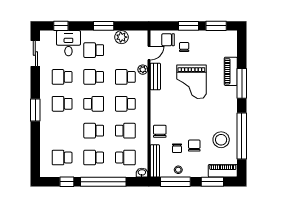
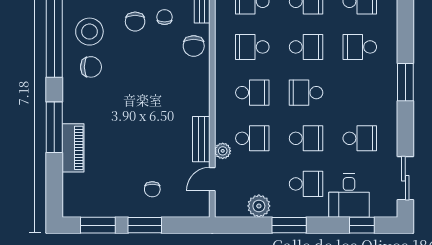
chair: (168, 40) -> (91, 67), moved
grand piano: (191, 82) -> (140, 130), removed
school desk: (62, 104) -> (360, 47), moved, turned 180

